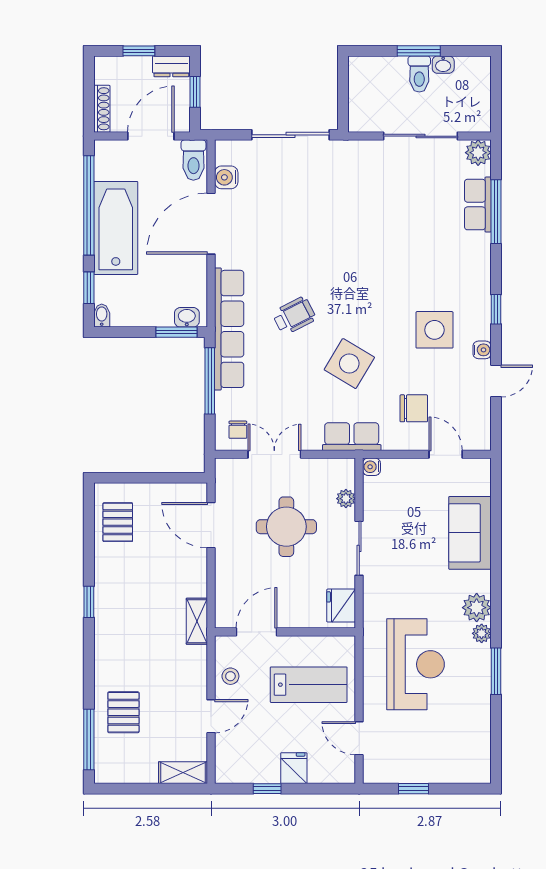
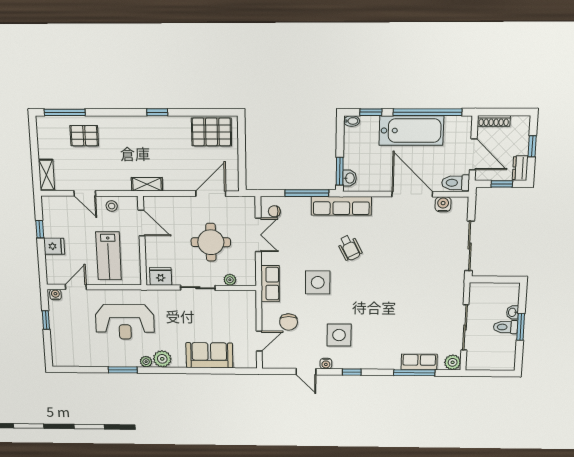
washbasin: (443, 65) -> (513, 312), moved
row of seats: (229, 329) -> (341, 206), width x0.73
side table: (349, 364) -> (318, 282), turned -31
water cooler: (371, 467) -> (55, 295), moved
pallet: (118, 522) -> (211, 132), width x1.50, depth x1.42

